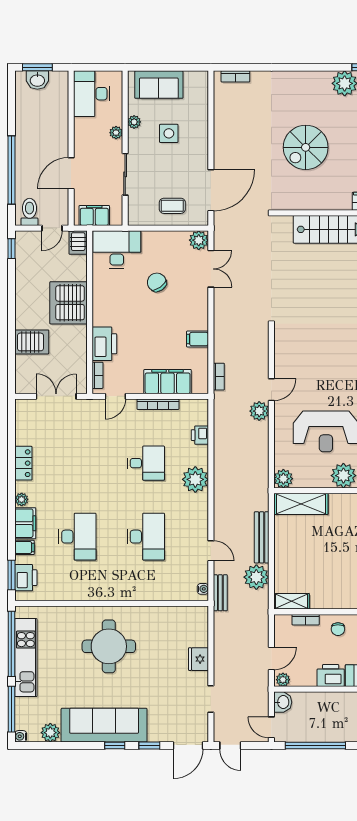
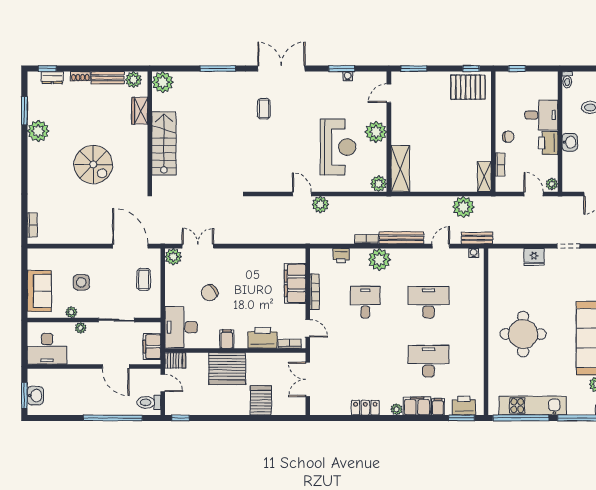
filing cabinet: (198, 339) -> (227, 339), moved, turned 180
bookcase: (219, 377) -> (366, 239), moved
bench: (262, 537) -> (402, 238), moved
washbasin: (283, 702) -> (570, 142), moved, turned 90

